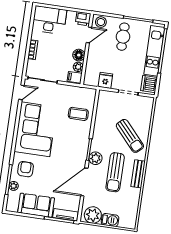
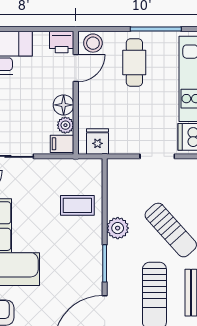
fridge: (105, 80) -> (97, 141), moved
plant: (95, 158) -> (118, 228), moved

